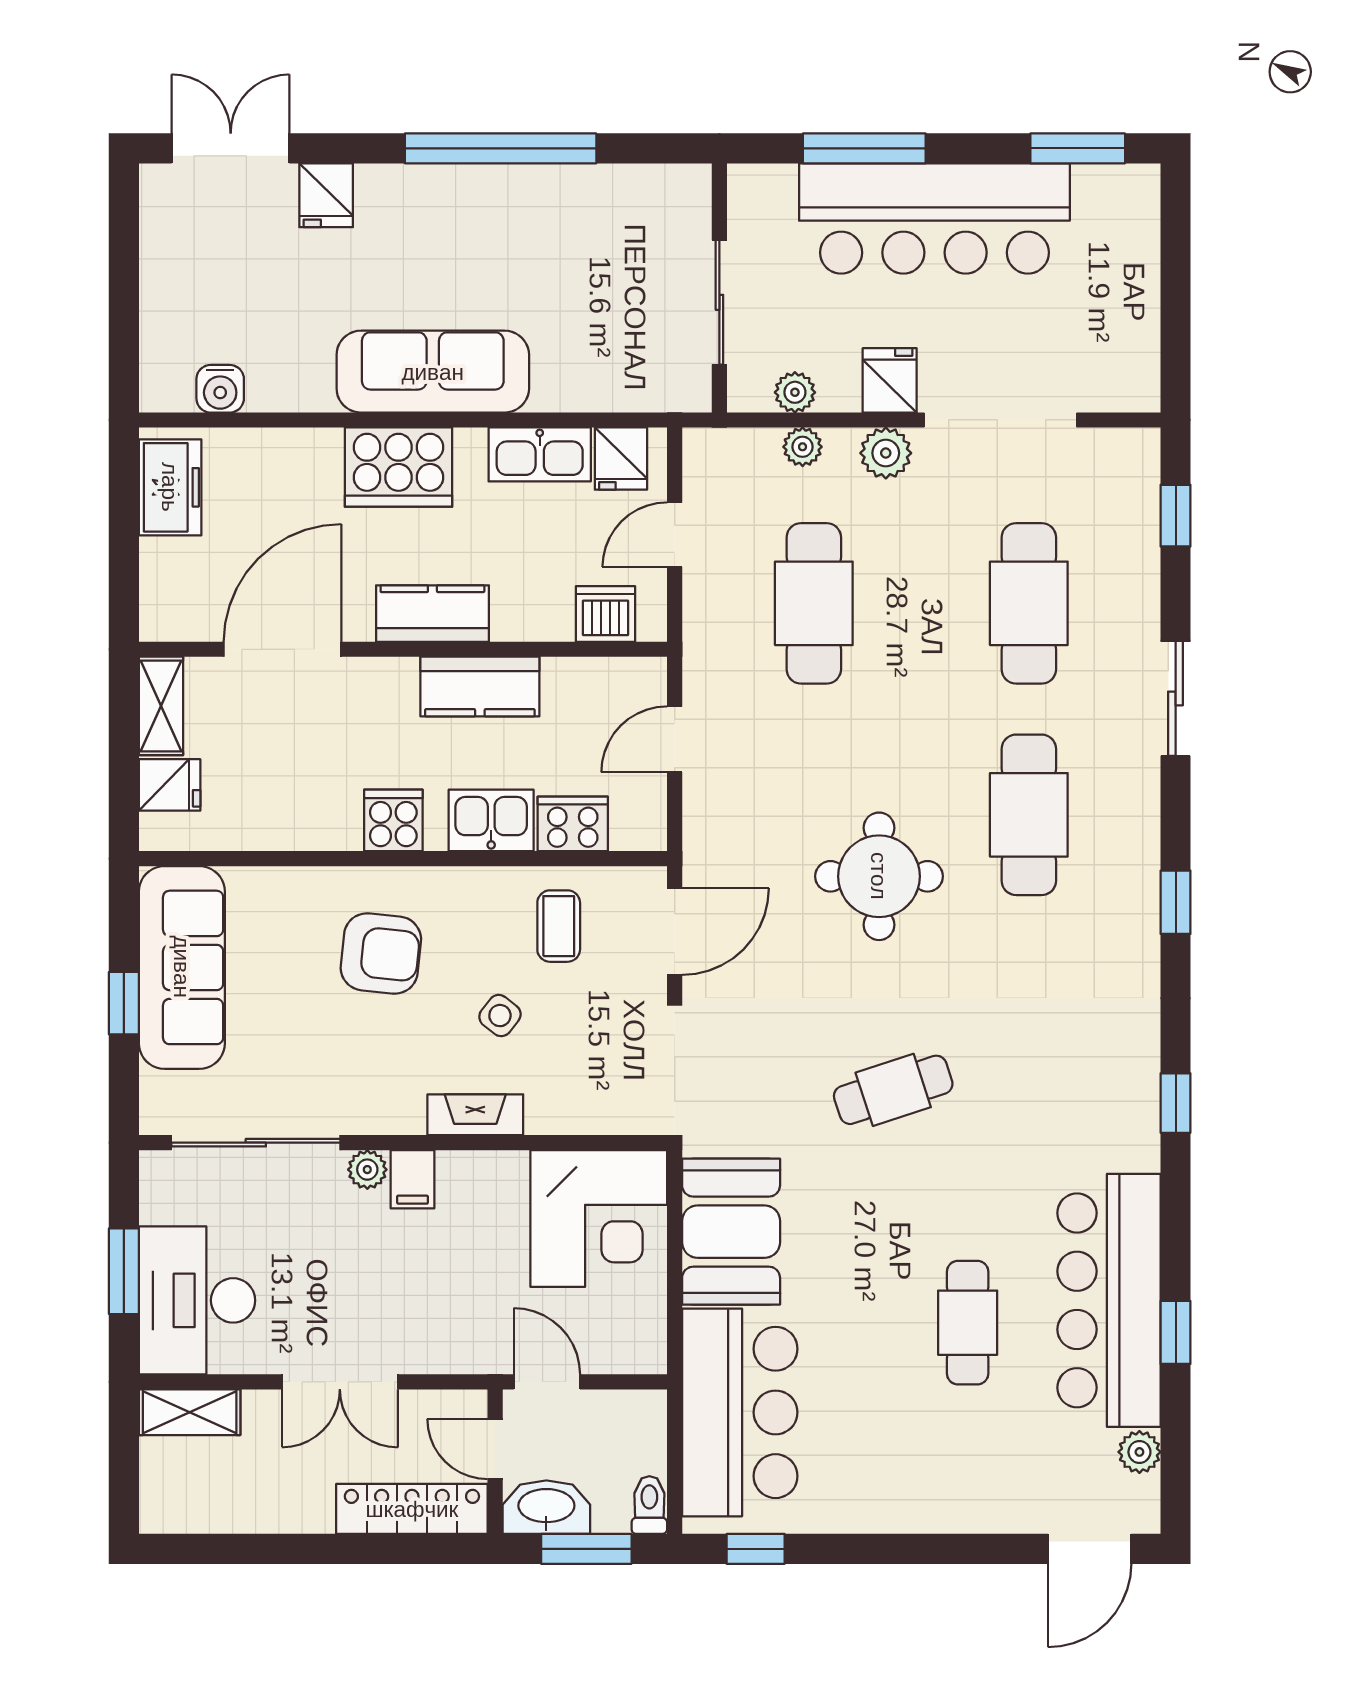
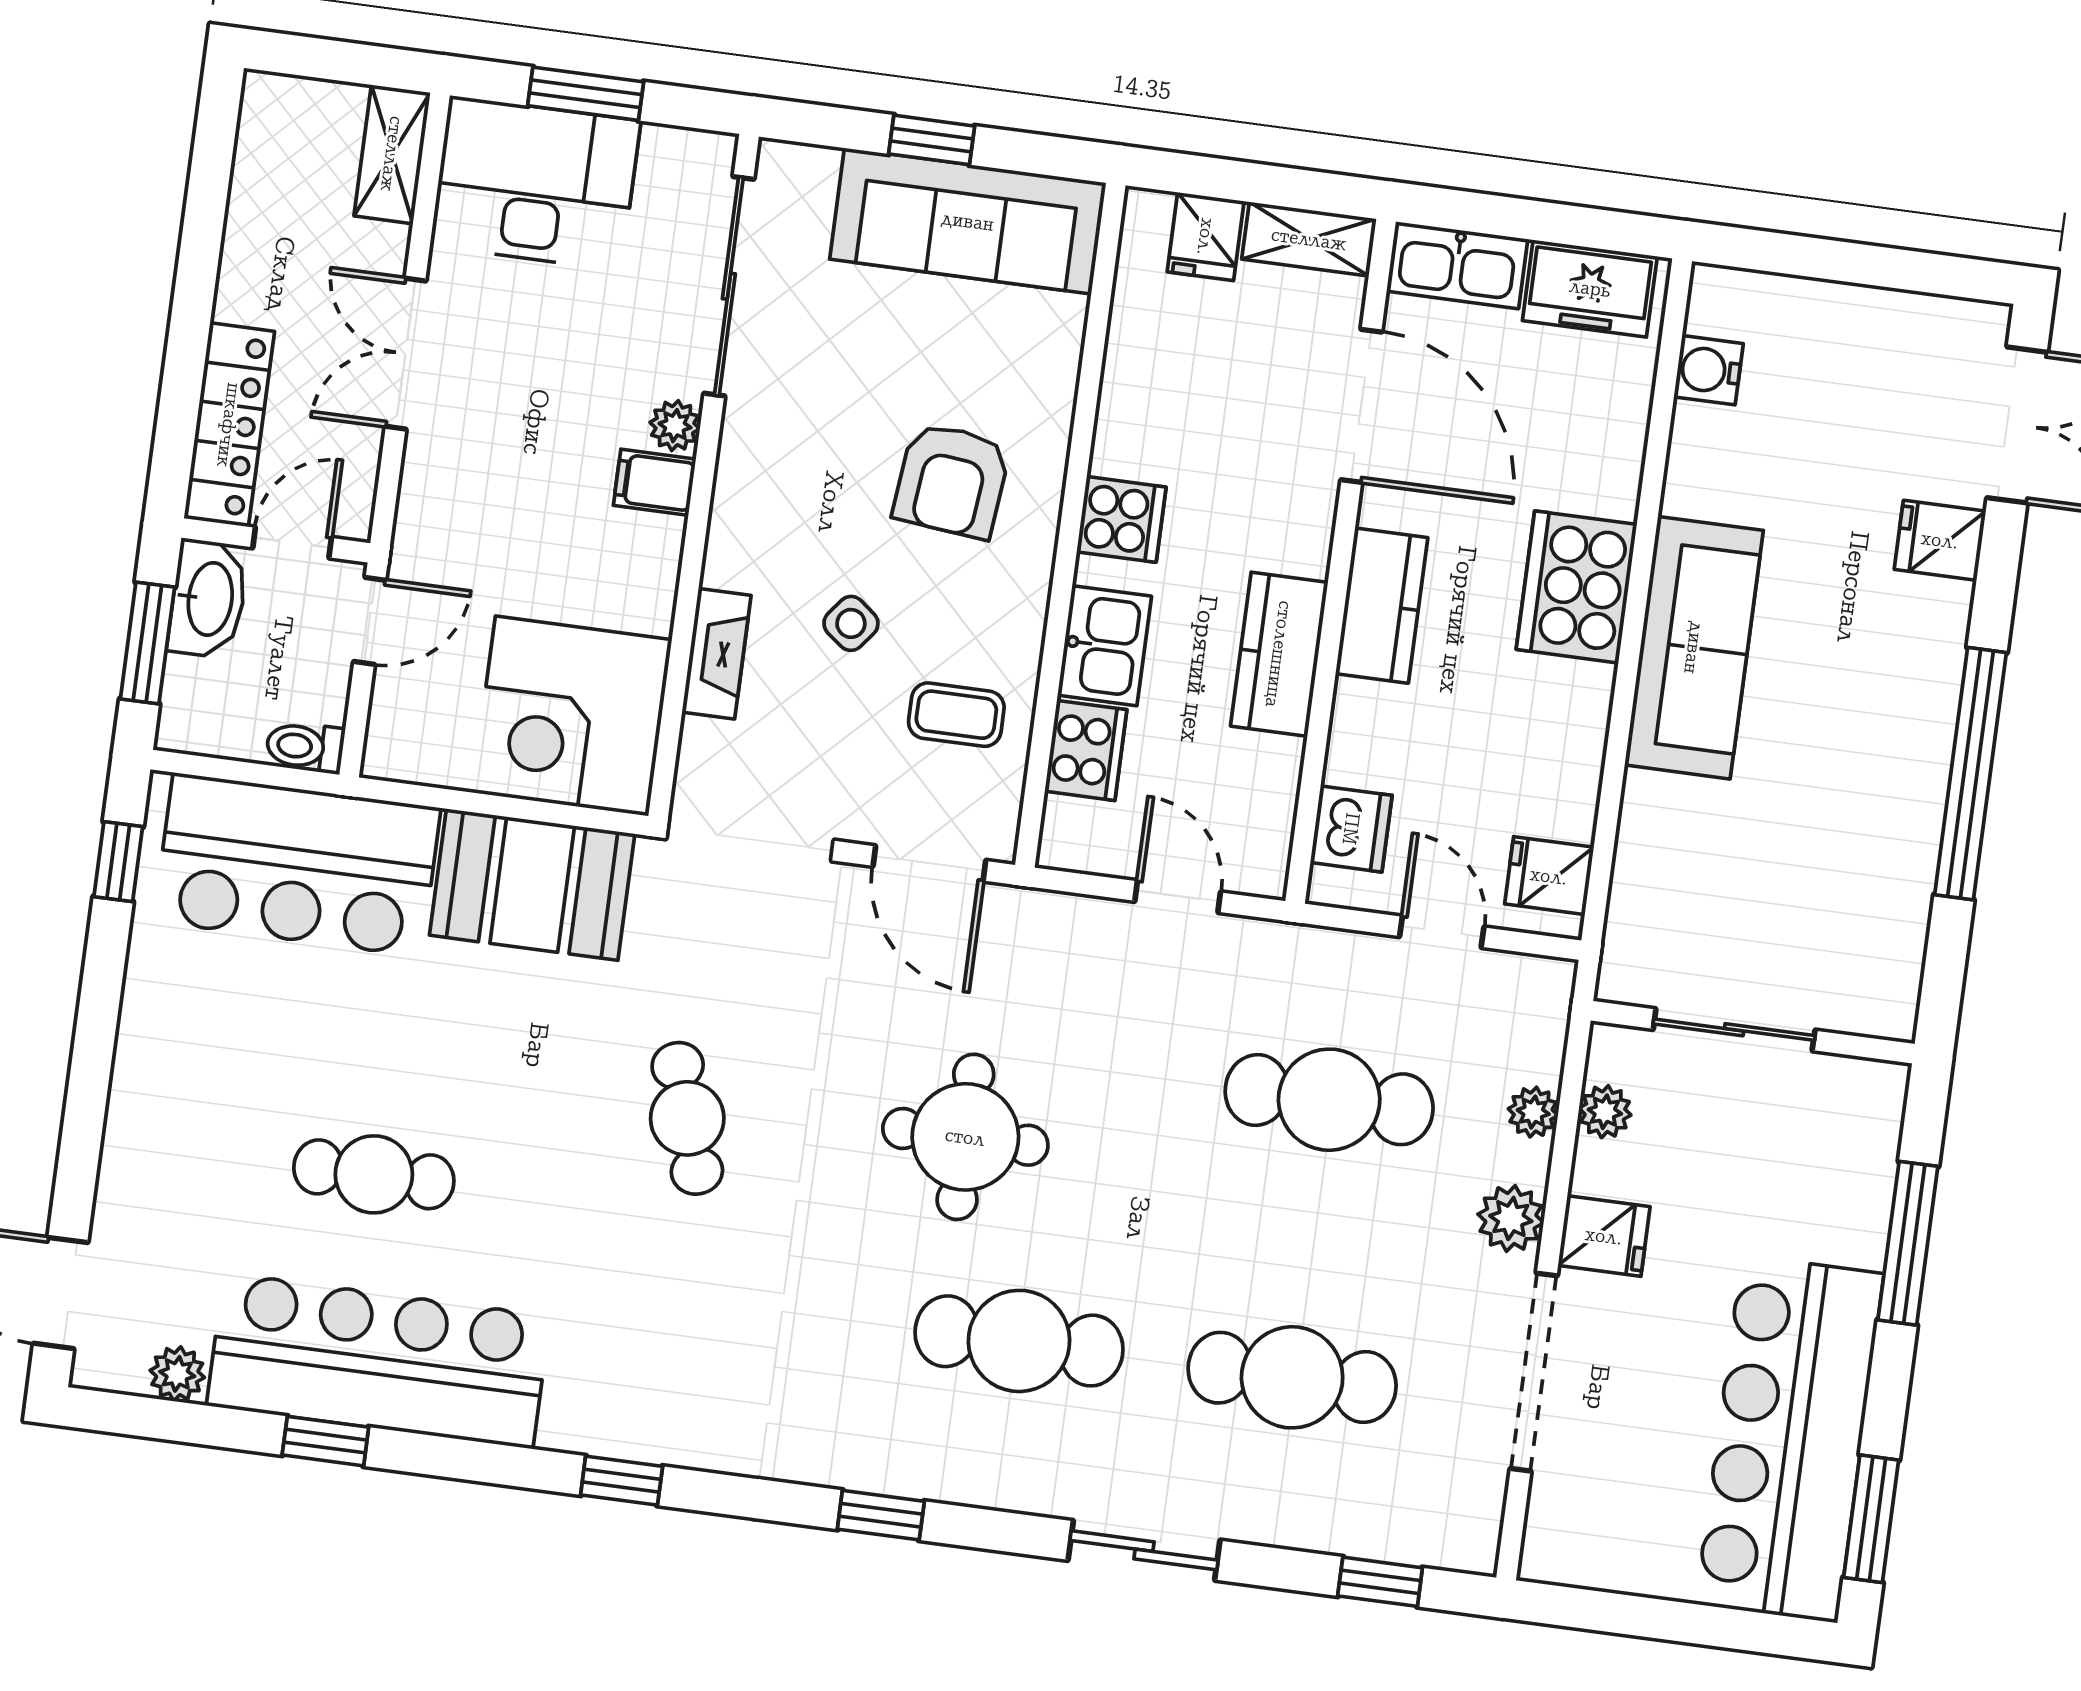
bar counter: (934, 218) -> (1790, 1439), moved
kitchen sink: (540, 454) -> (1457, 265), moved, turned -90
fireplace: (475, 1115) -> (717, 654), moved
toilet: (649, 1505) -> (305, 747), moved, turned 180

